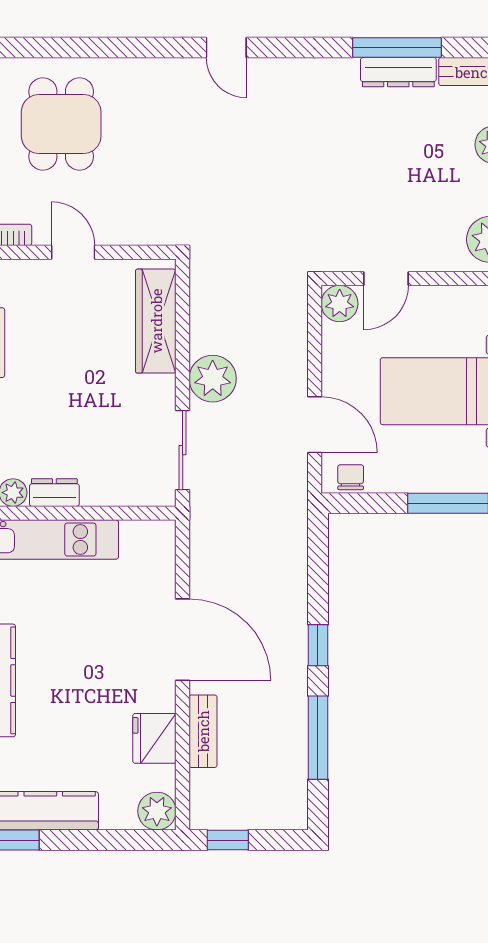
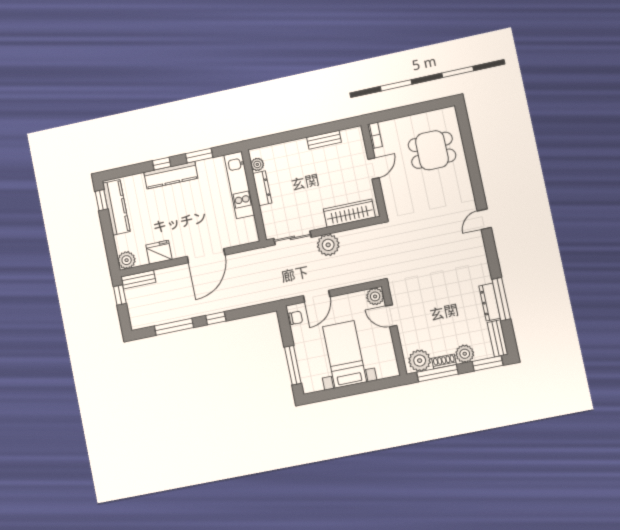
dresser: (54, 493) -> (262, 188), width x1.44
bench: (203, 731) -> (138, 279), moved

